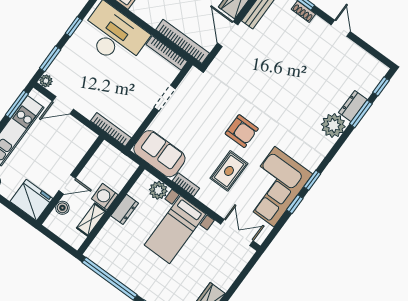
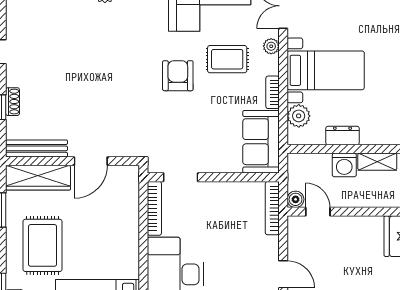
bookcase: (183, 41) -> (131, 201), removed
doorway: (165, 98) -> (181, 177), moved
door: (67, 184) -> (318, 212), moved
plant: (216, 206) -> (271, 46), added
boiler: (62, 208) -> (296, 199), moved

